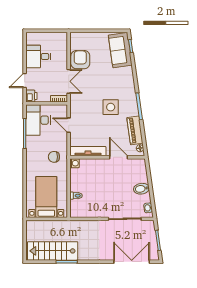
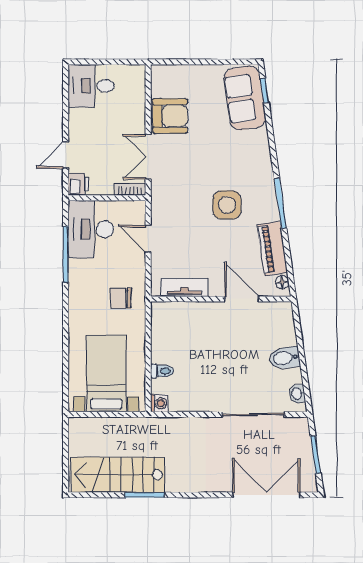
desk: (38, 56) -> (91, 86), moved
armchair: (80, 60) -> (170, 116), turned 90
double door: (69, 81) -> (148, 157), swing flipped
tv unit: (88, 151) -> (184, 287), width x0.71
washing machine: (75, 163) -> (159, 403), moved

